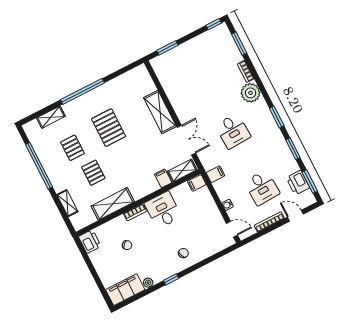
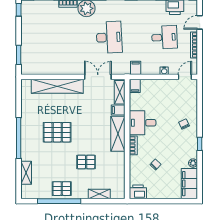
shelving: (160, 112) -> (57, 86), width x1.47
desk: (233, 131) -> (109, 37), width x1.37
pallet: (72, 148) -> (62, 189), moved
shelving: (113, 204) -> (118, 134), moved

